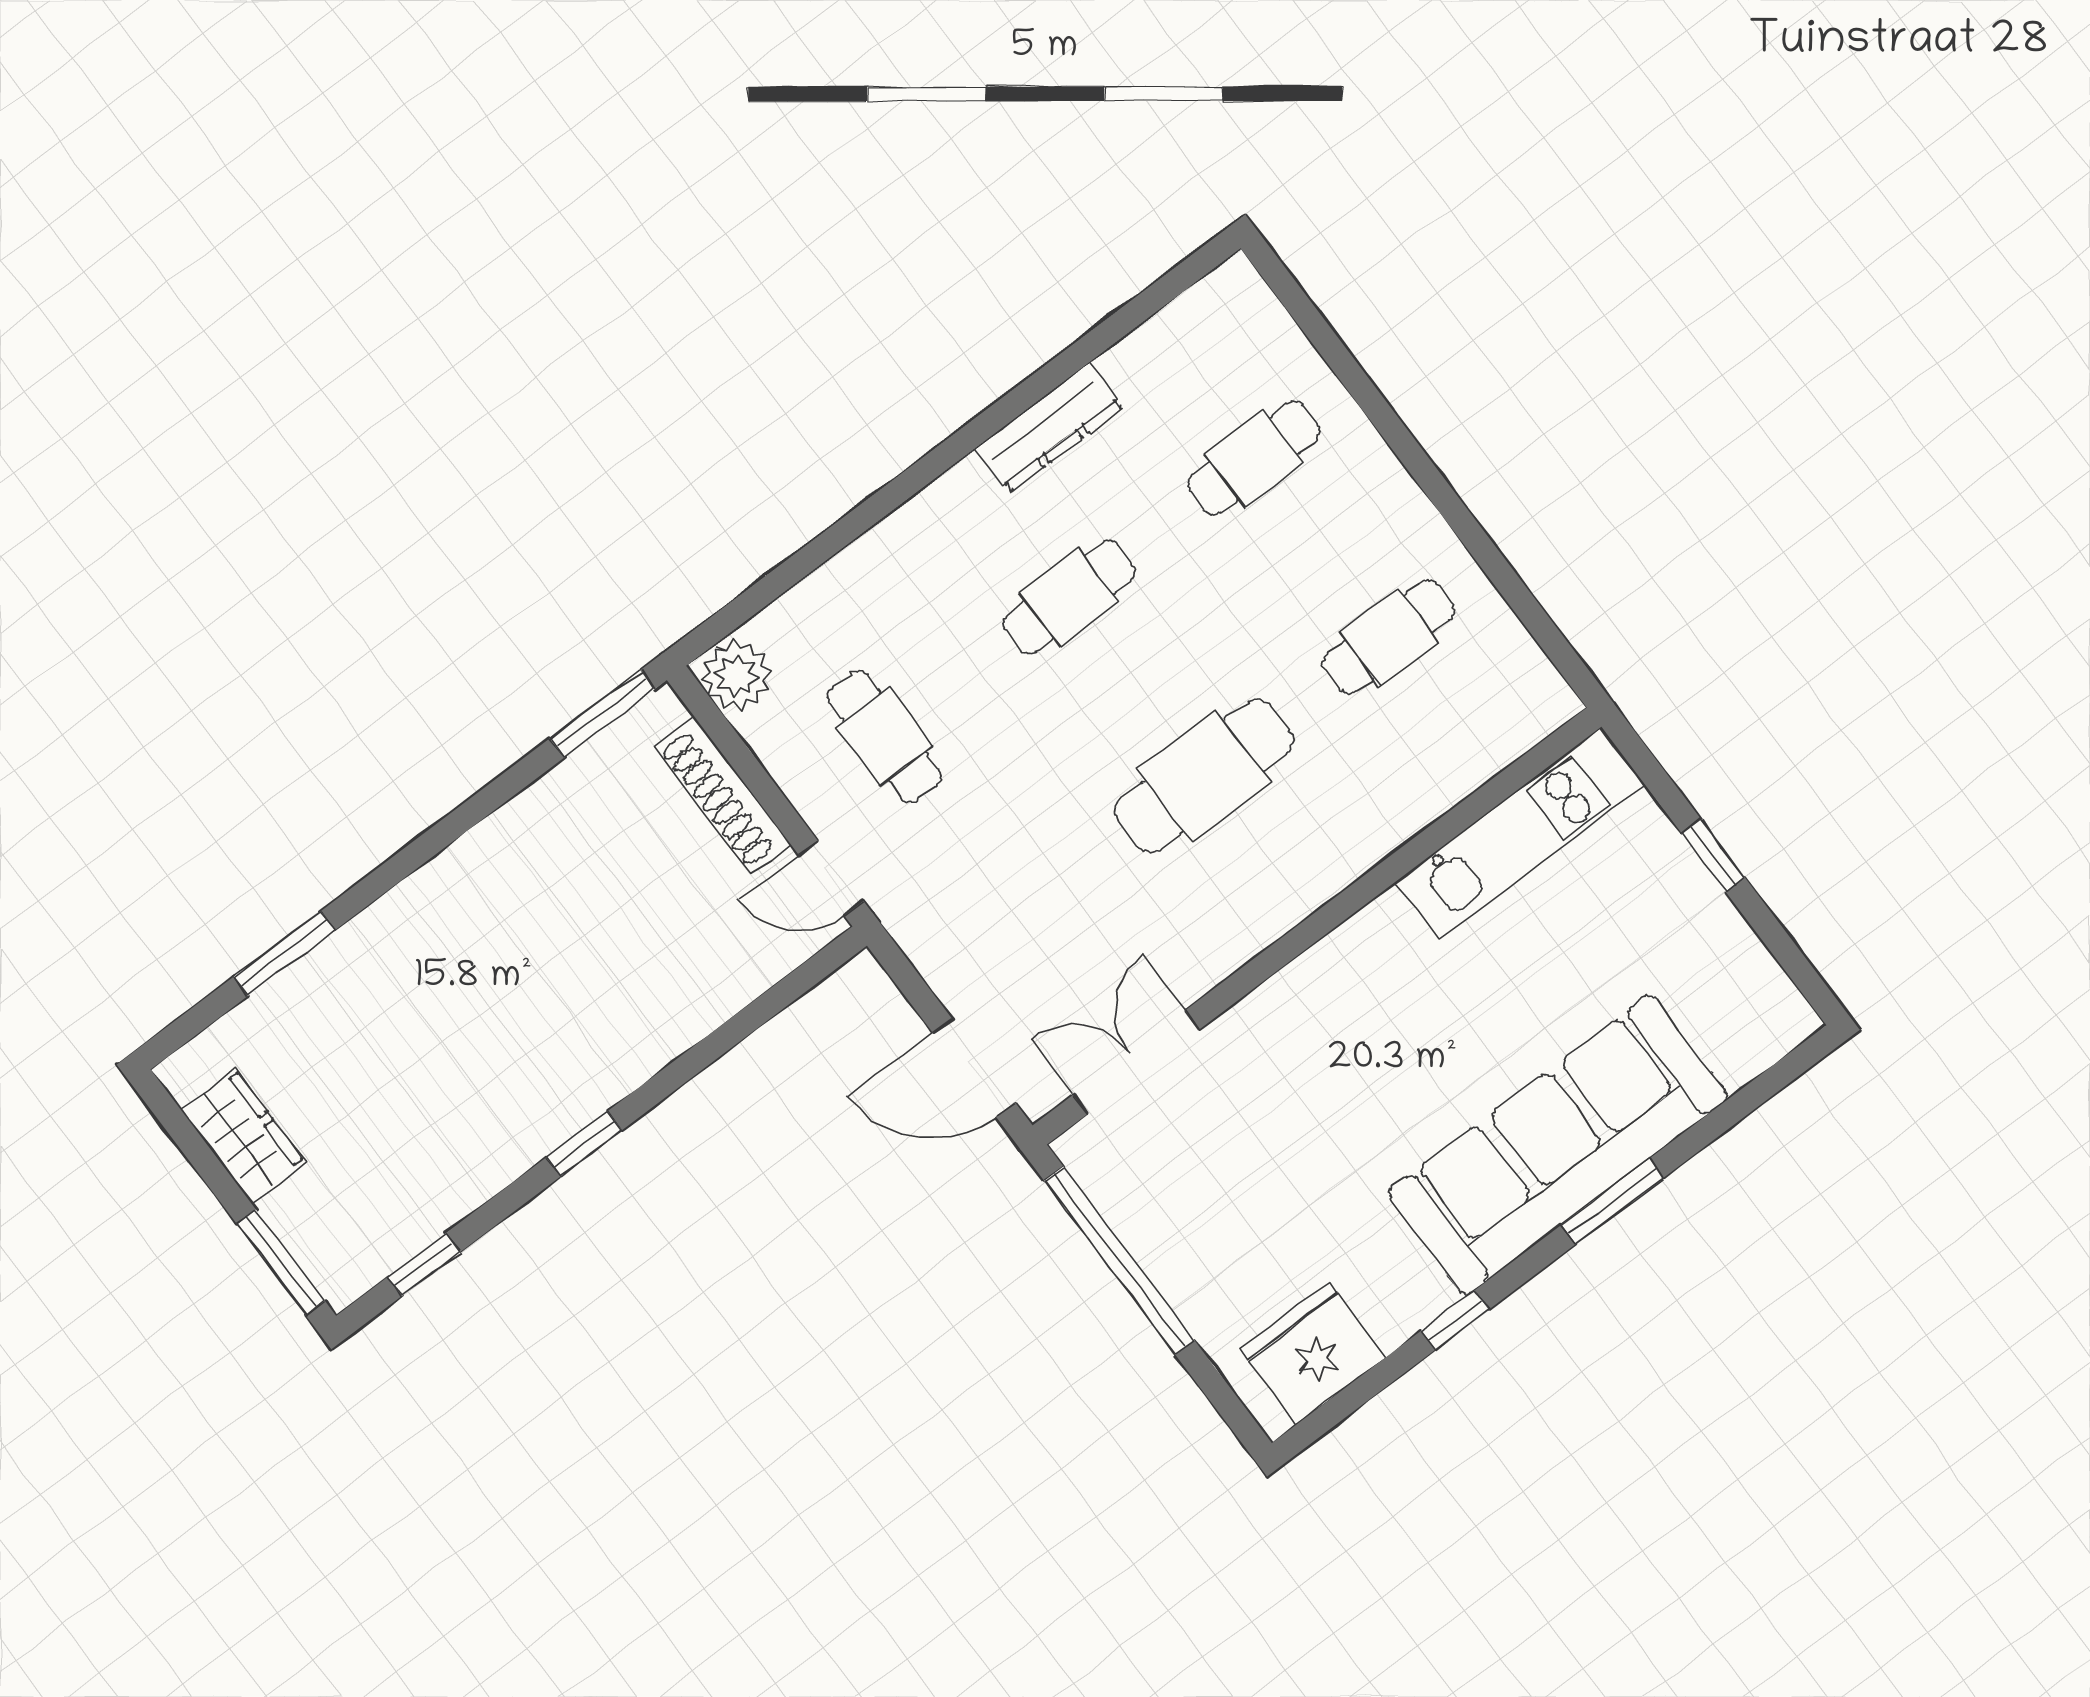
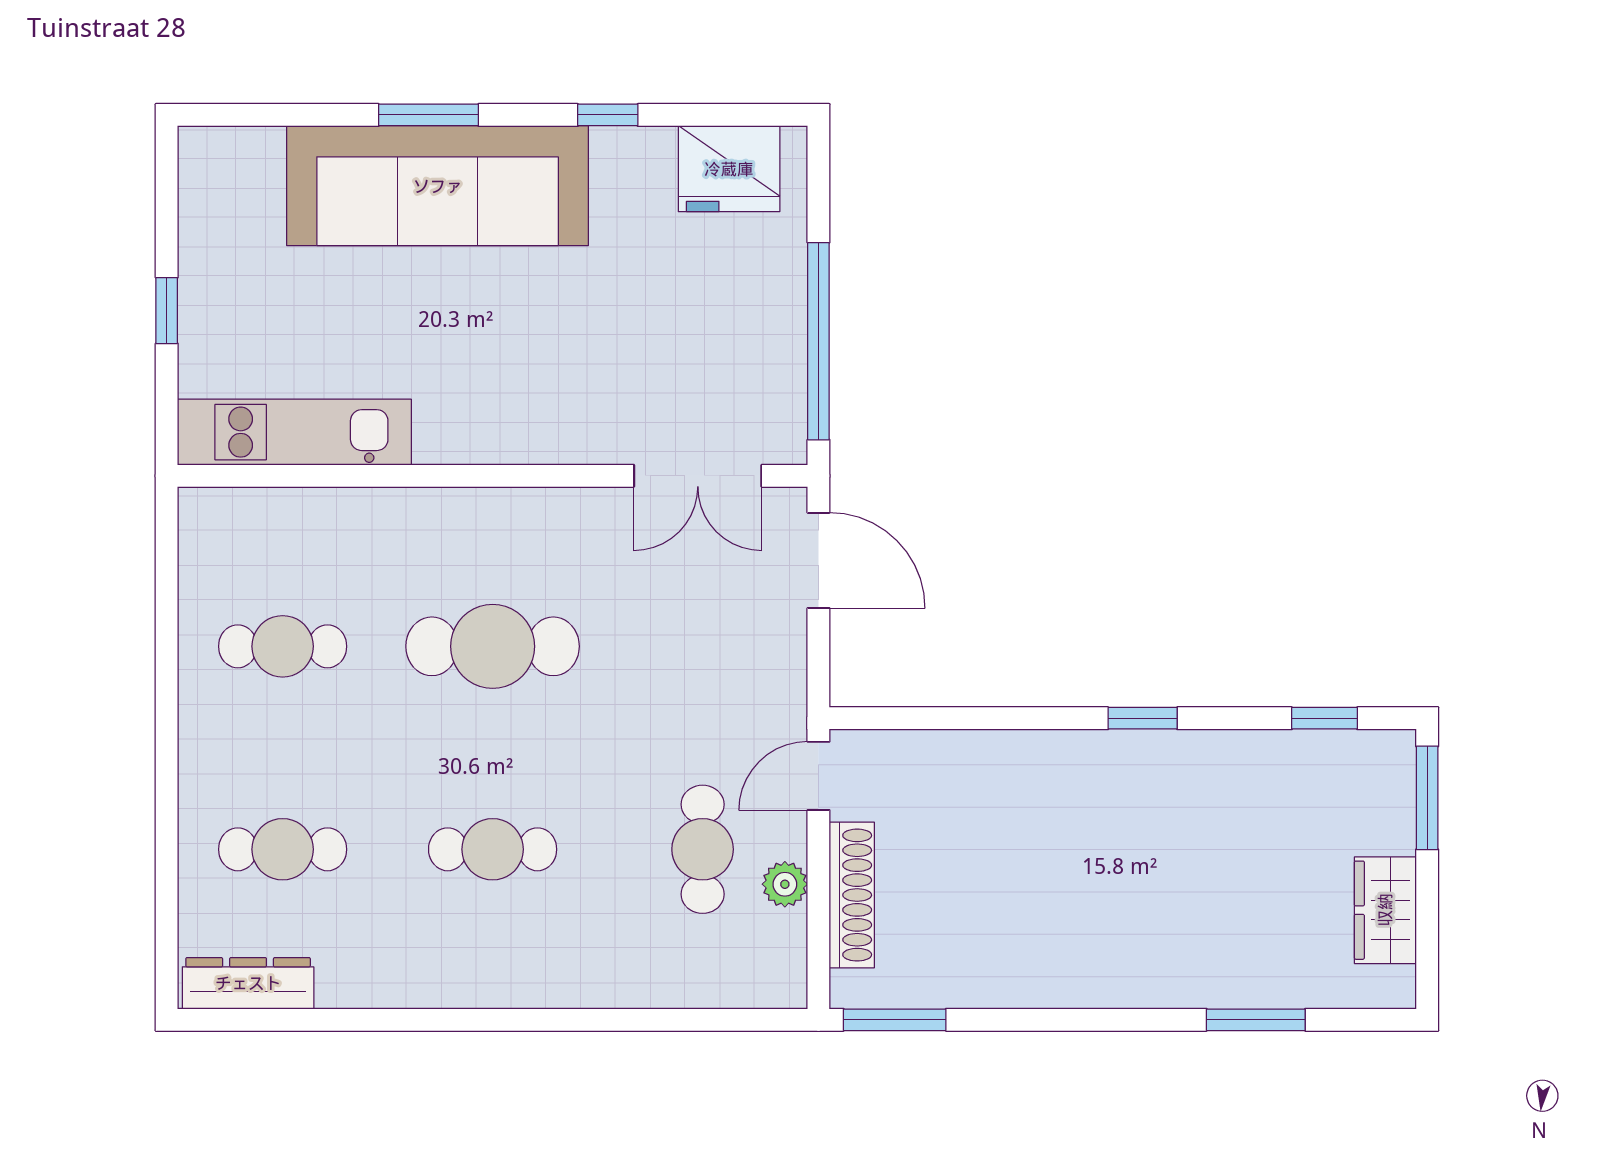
dresser: (1049, 427) -> (248, 983), moved
plant: (737, 676) -> (785, 884), moved, width x0.73, depth x0.73
door: (831, 878) -> (818, 776), swing flipped

